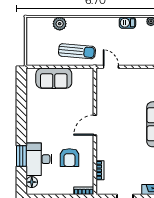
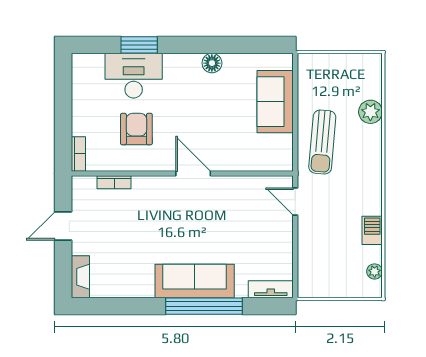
door: (111, 67) -> (295, 201), swing flipped
armchair: (69, 158) -> (136, 129), turned 90
floor lamp: (32, 182) -> (212, 63), moved

